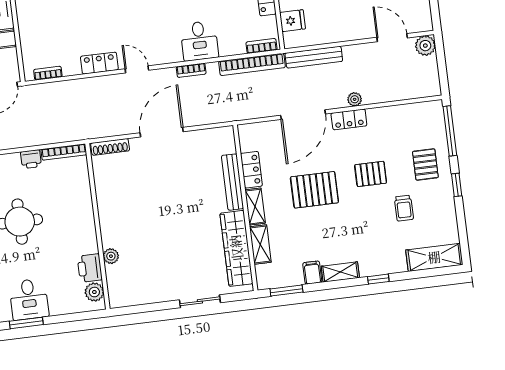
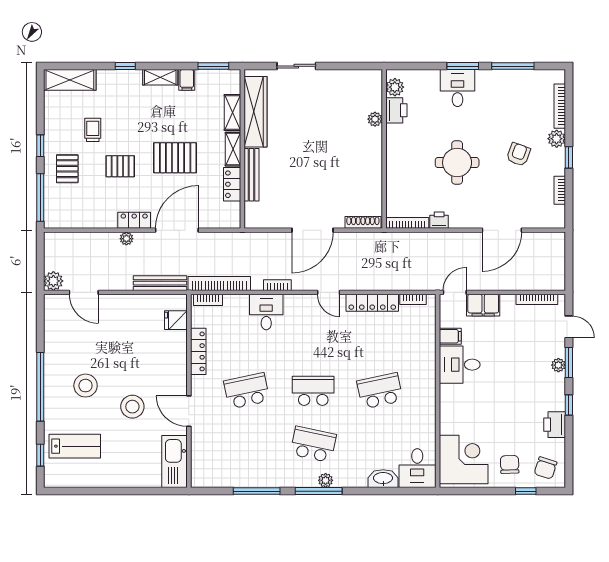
locker: (99, 63) -> (372, 303), width x1.53

